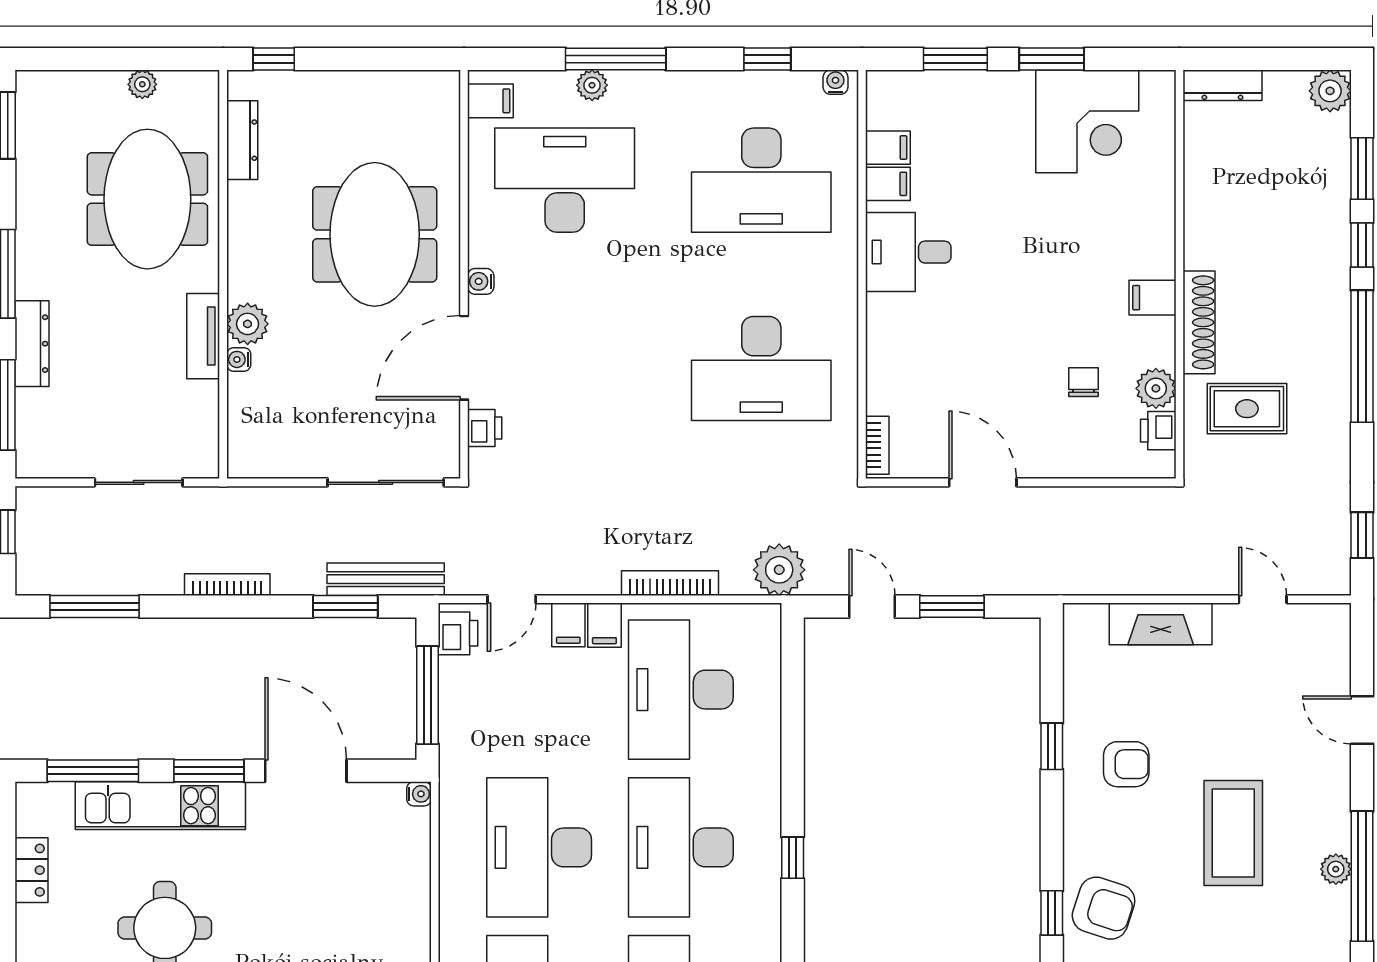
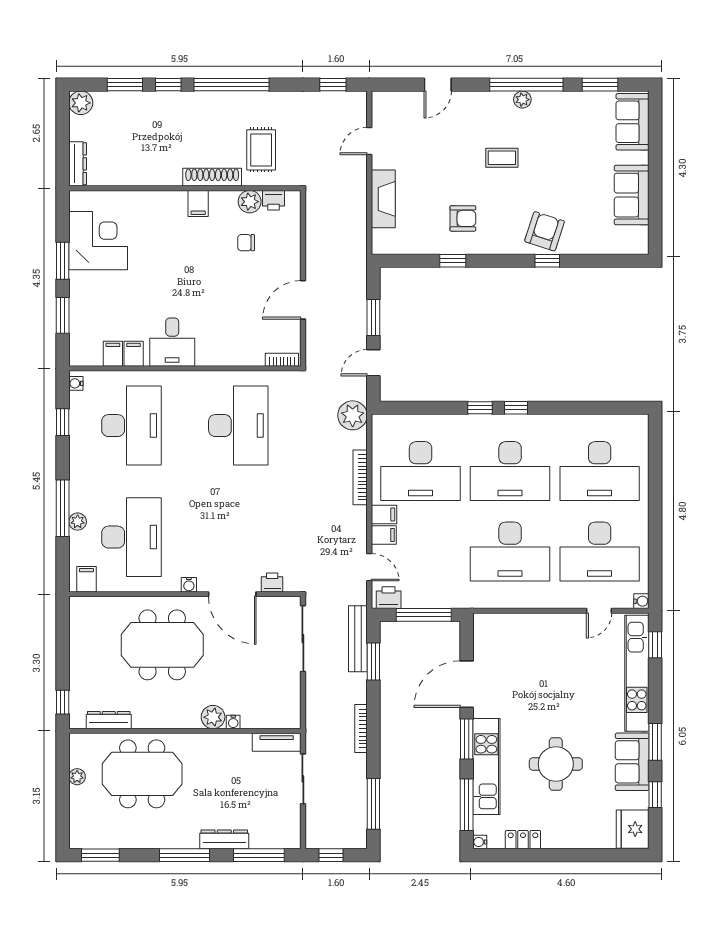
desk: (565, 180) -> (131, 537), turned 180
tv unit: (203, 336) -> (277, 742), moved
armchair: (1126, 764) -> (463, 218), turned 90
water cooler: (419, 794) -> (480, 842), moved, turned -90
window: (793, 794) -> (480, 408), added
coffee table: (1233, 833) -> (502, 158), width x0.54, depth x0.58

